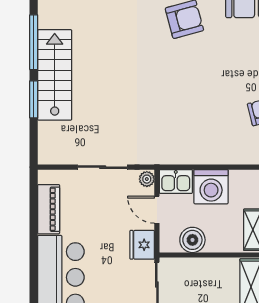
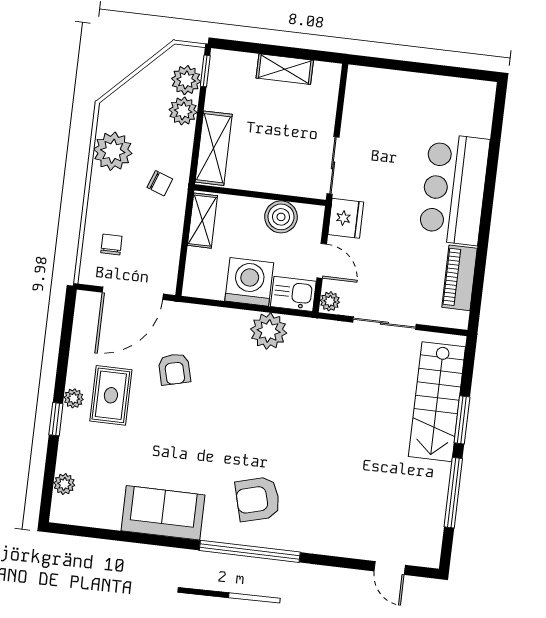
stairs: (55, 75) -> (437, 402), moved
plant: (192, 150) -> (269, 331), added

